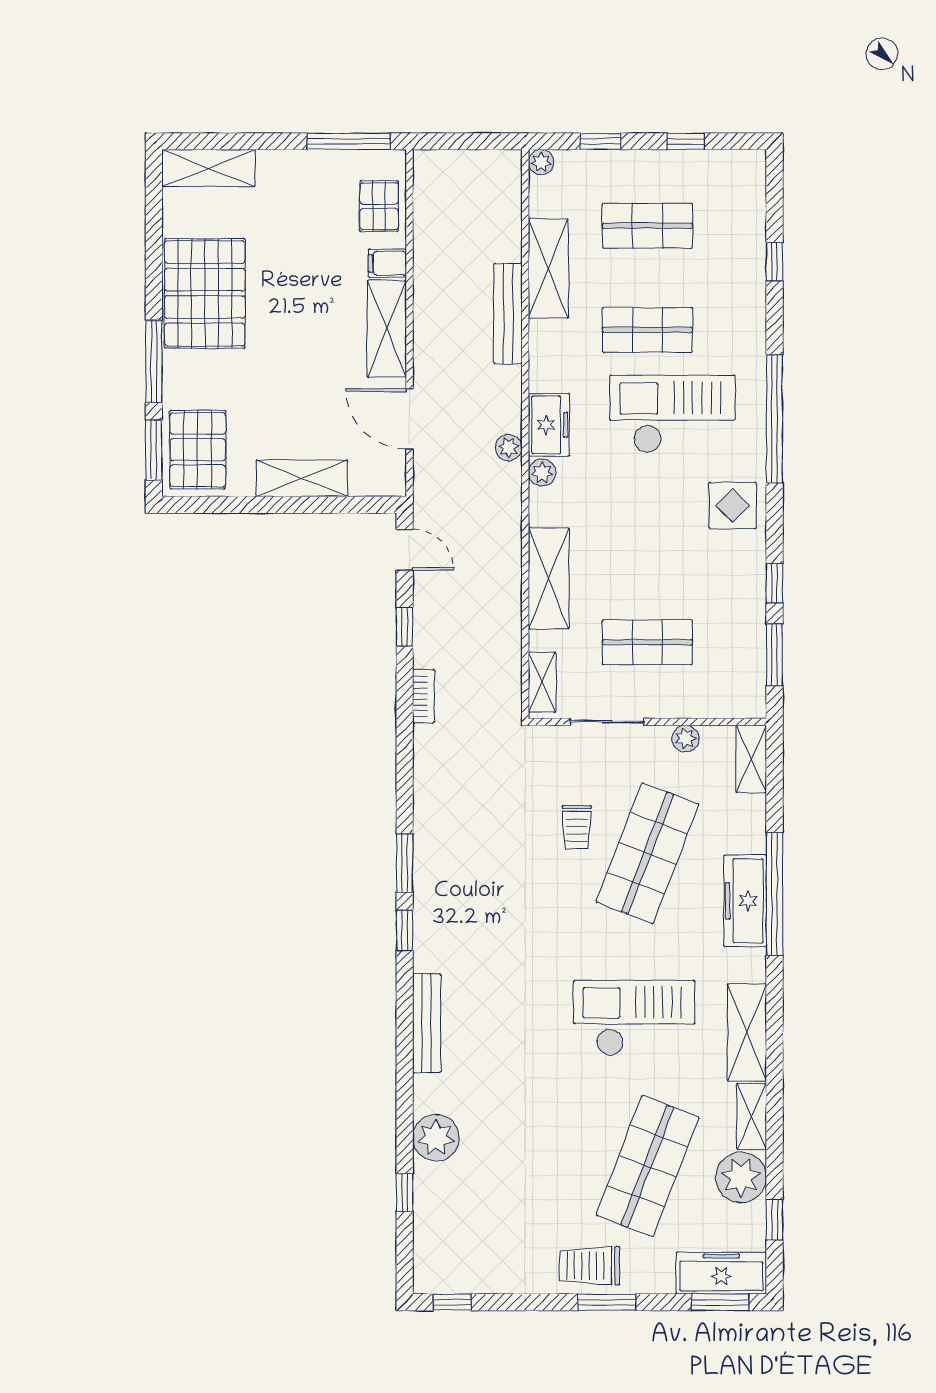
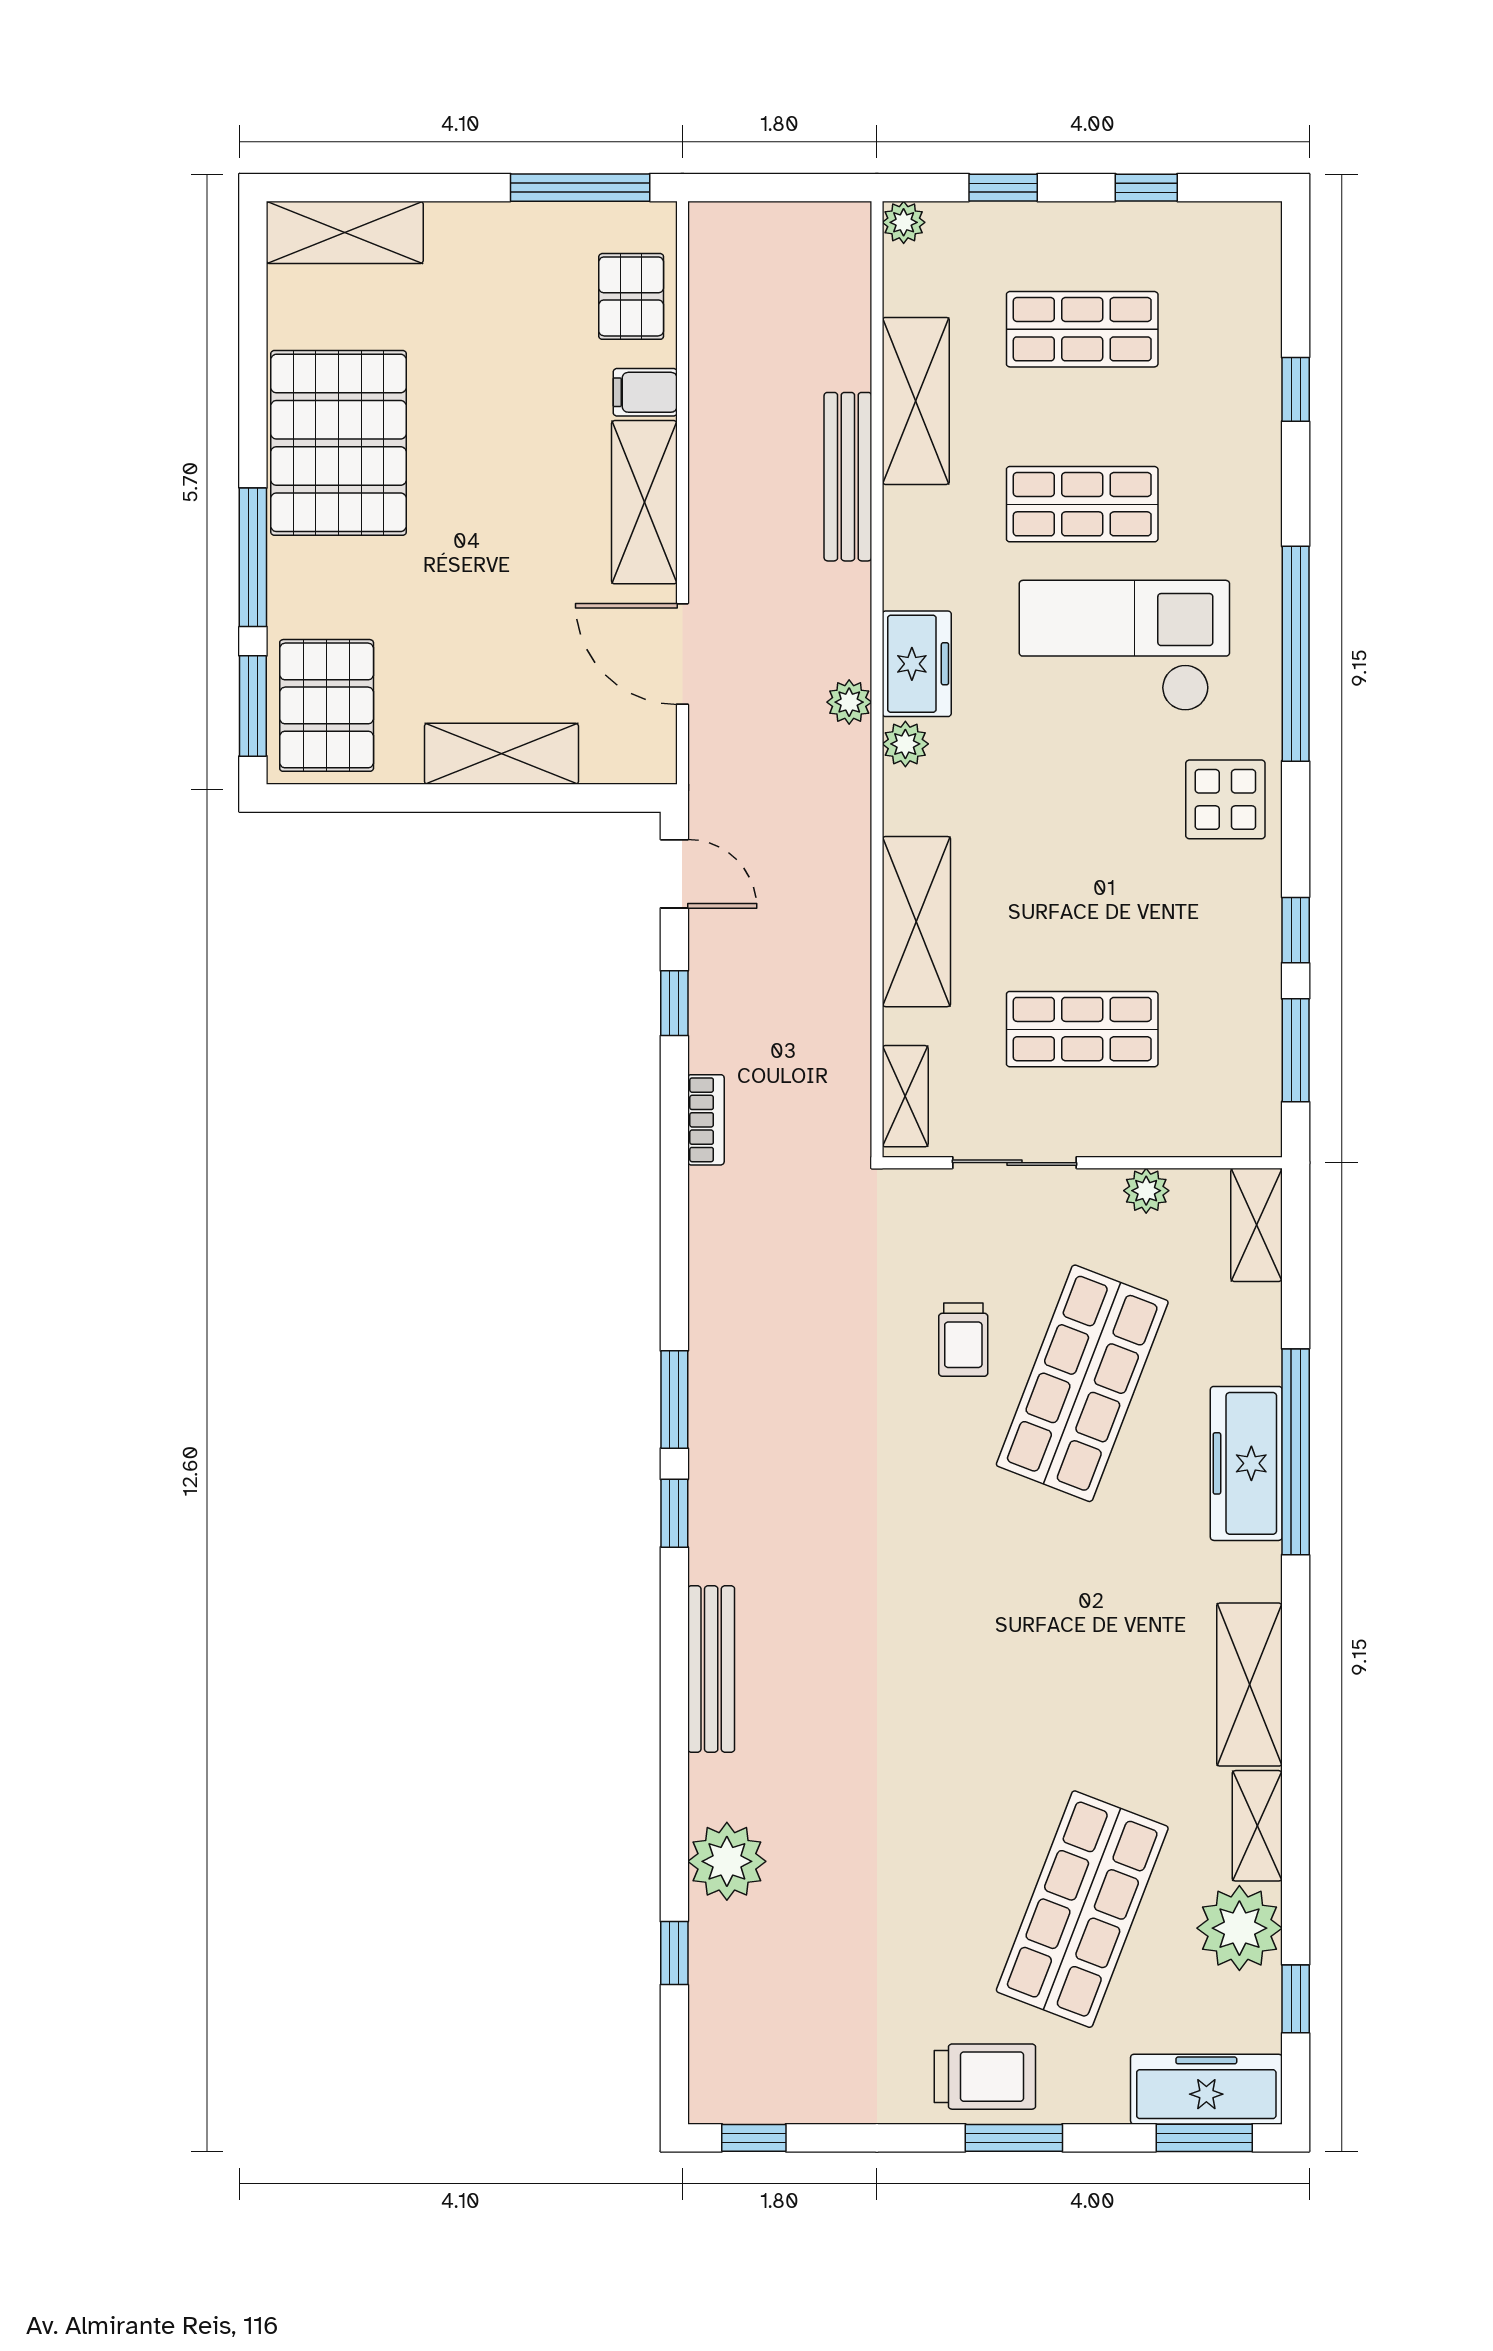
checkout: (634, 1018) -> (1060, 1660), removed
trolley: (590, 1266) -> (985, 2077), turned 180

